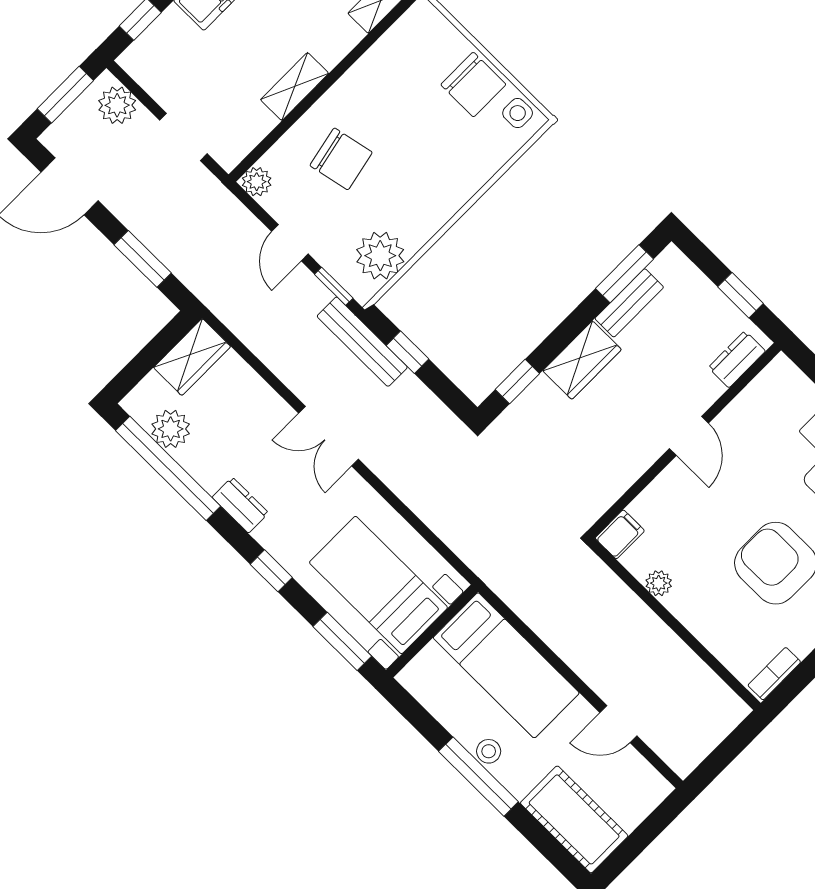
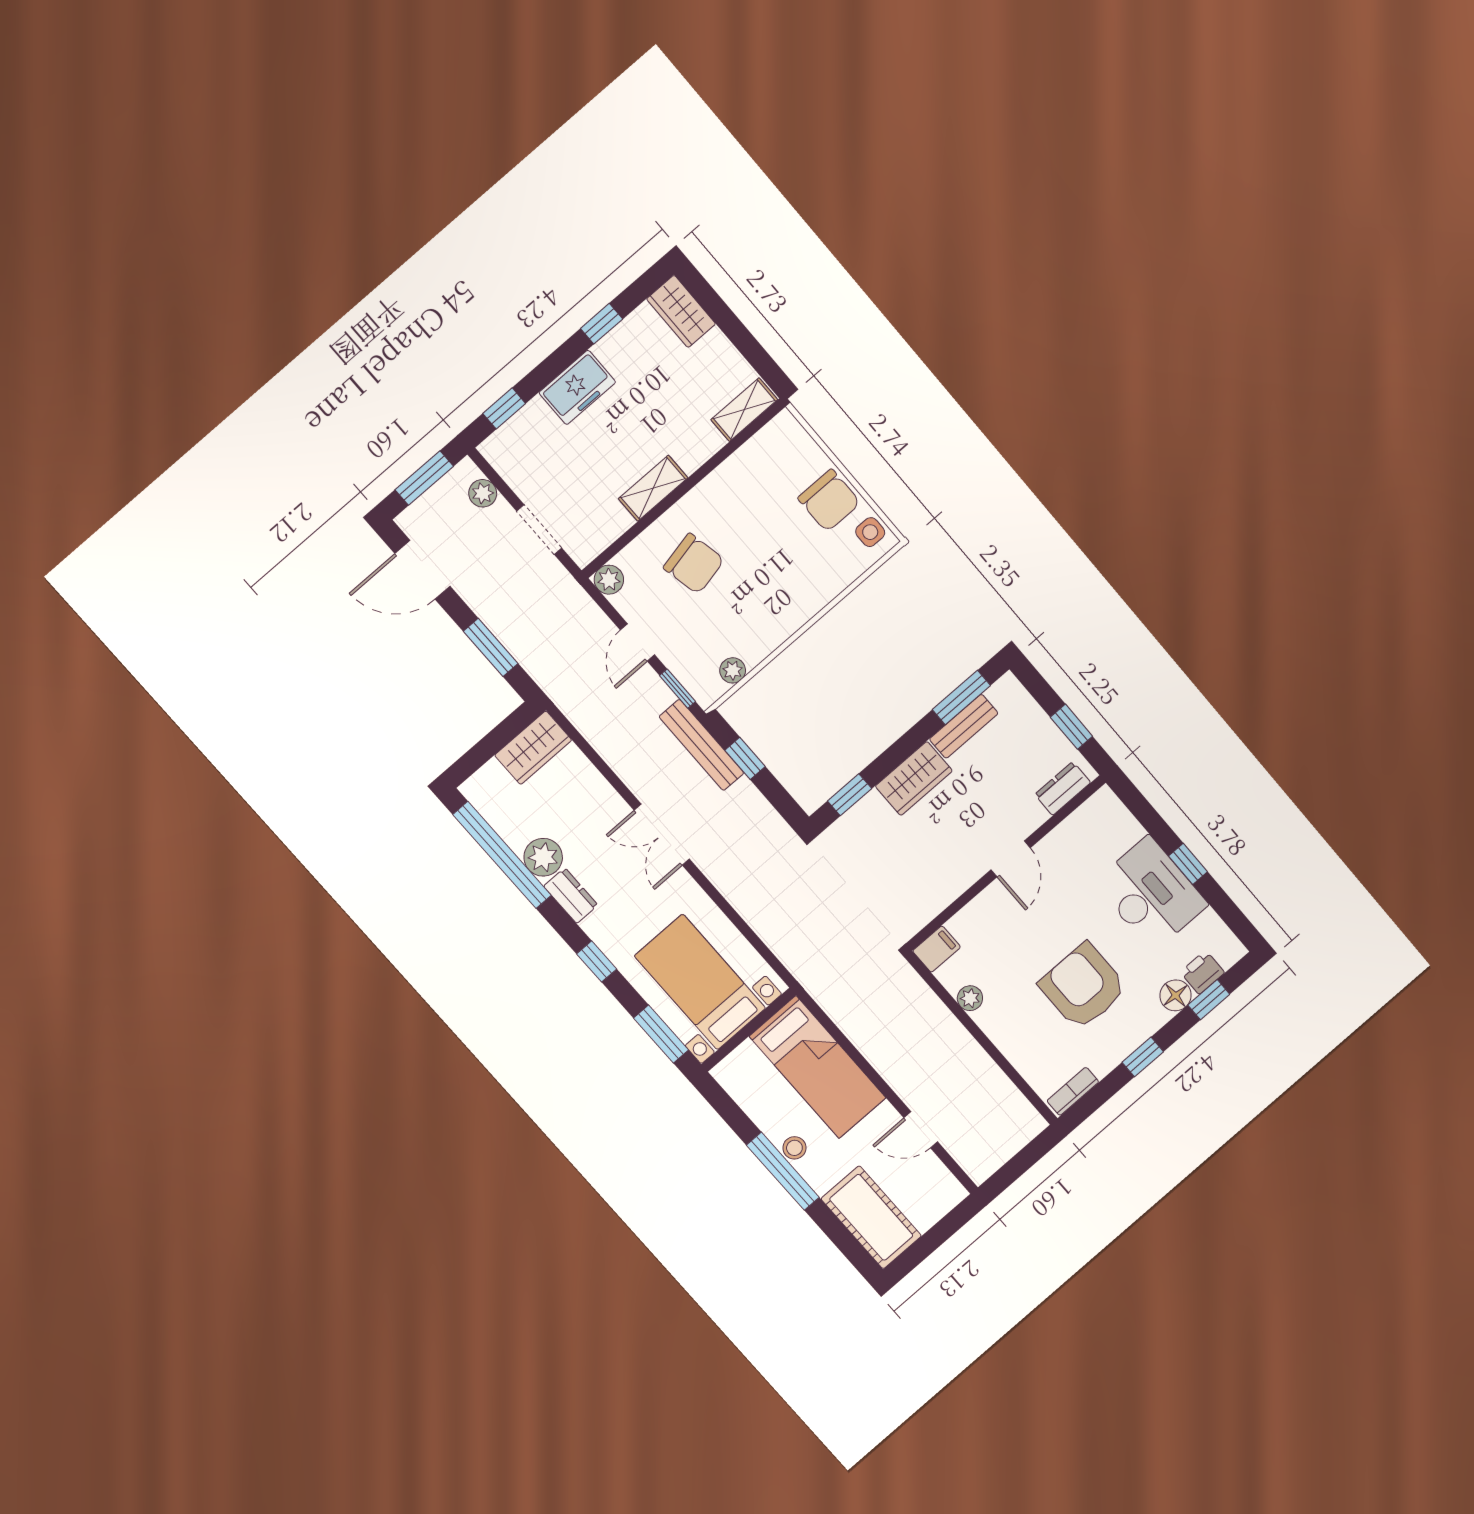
plant: (117, 105) -> (483, 493), width x0.73, depth x0.73
plant: (380, 256) -> (733, 670), width x0.53, depth x0.53
plant: (171, 429) -> (543, 857), moved

